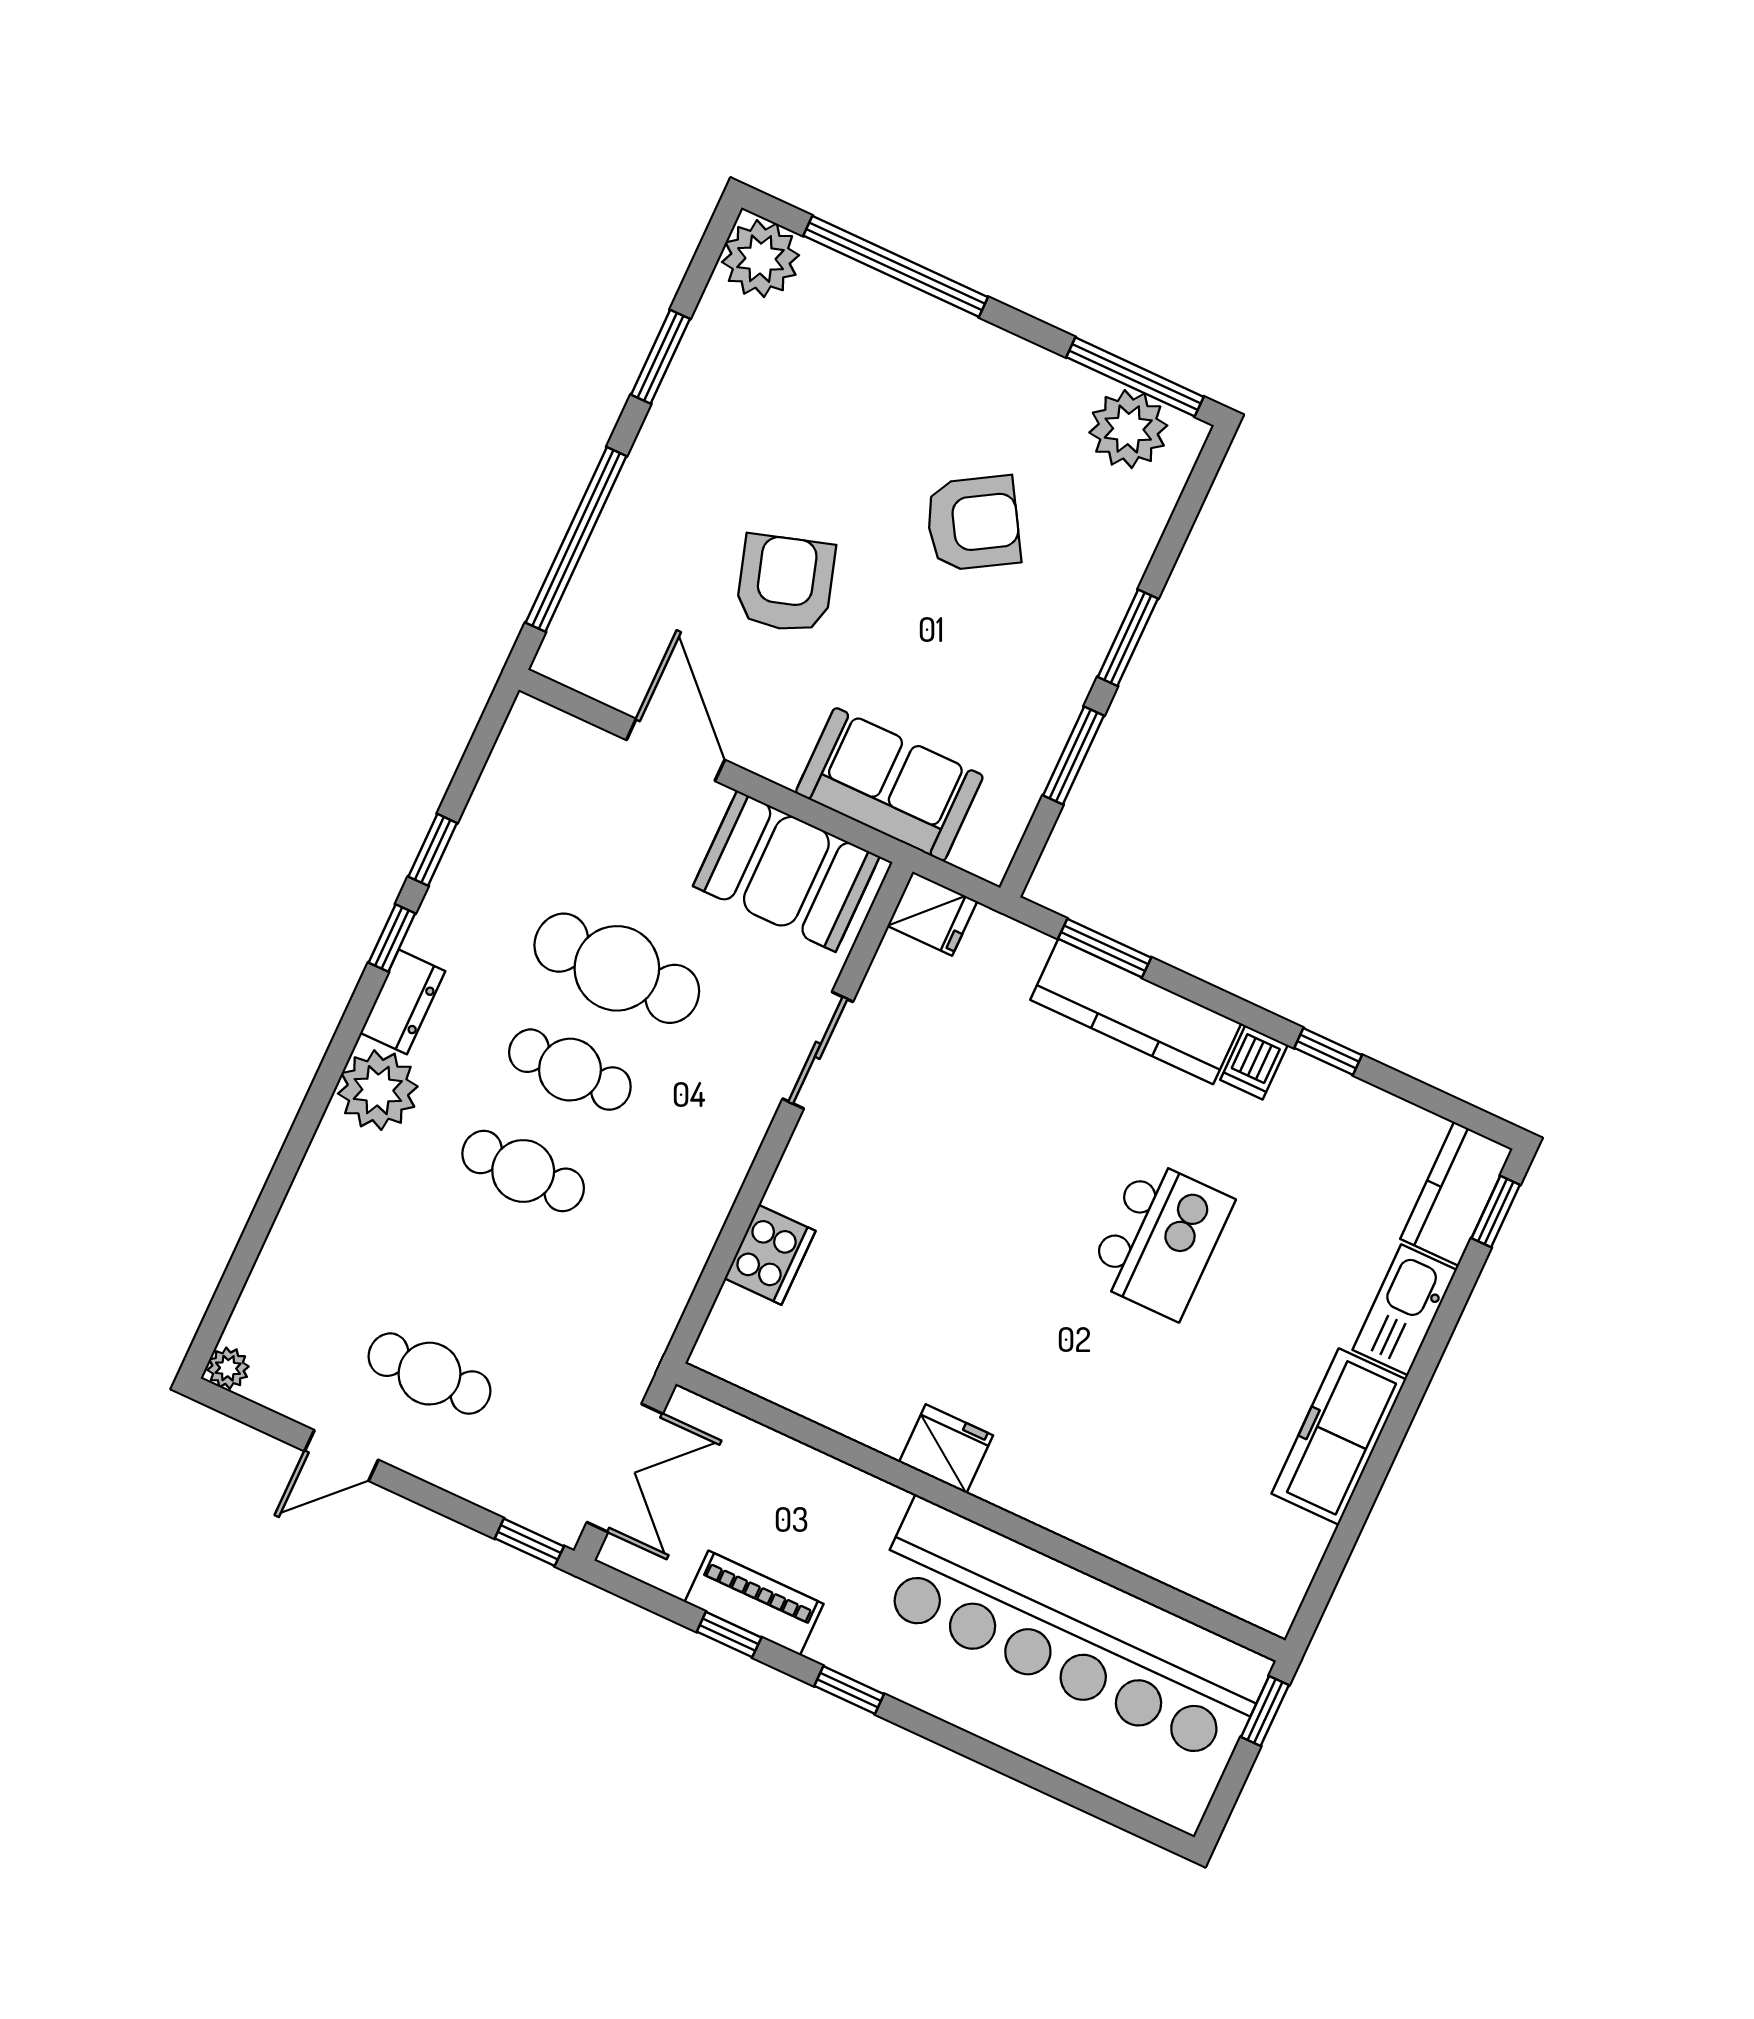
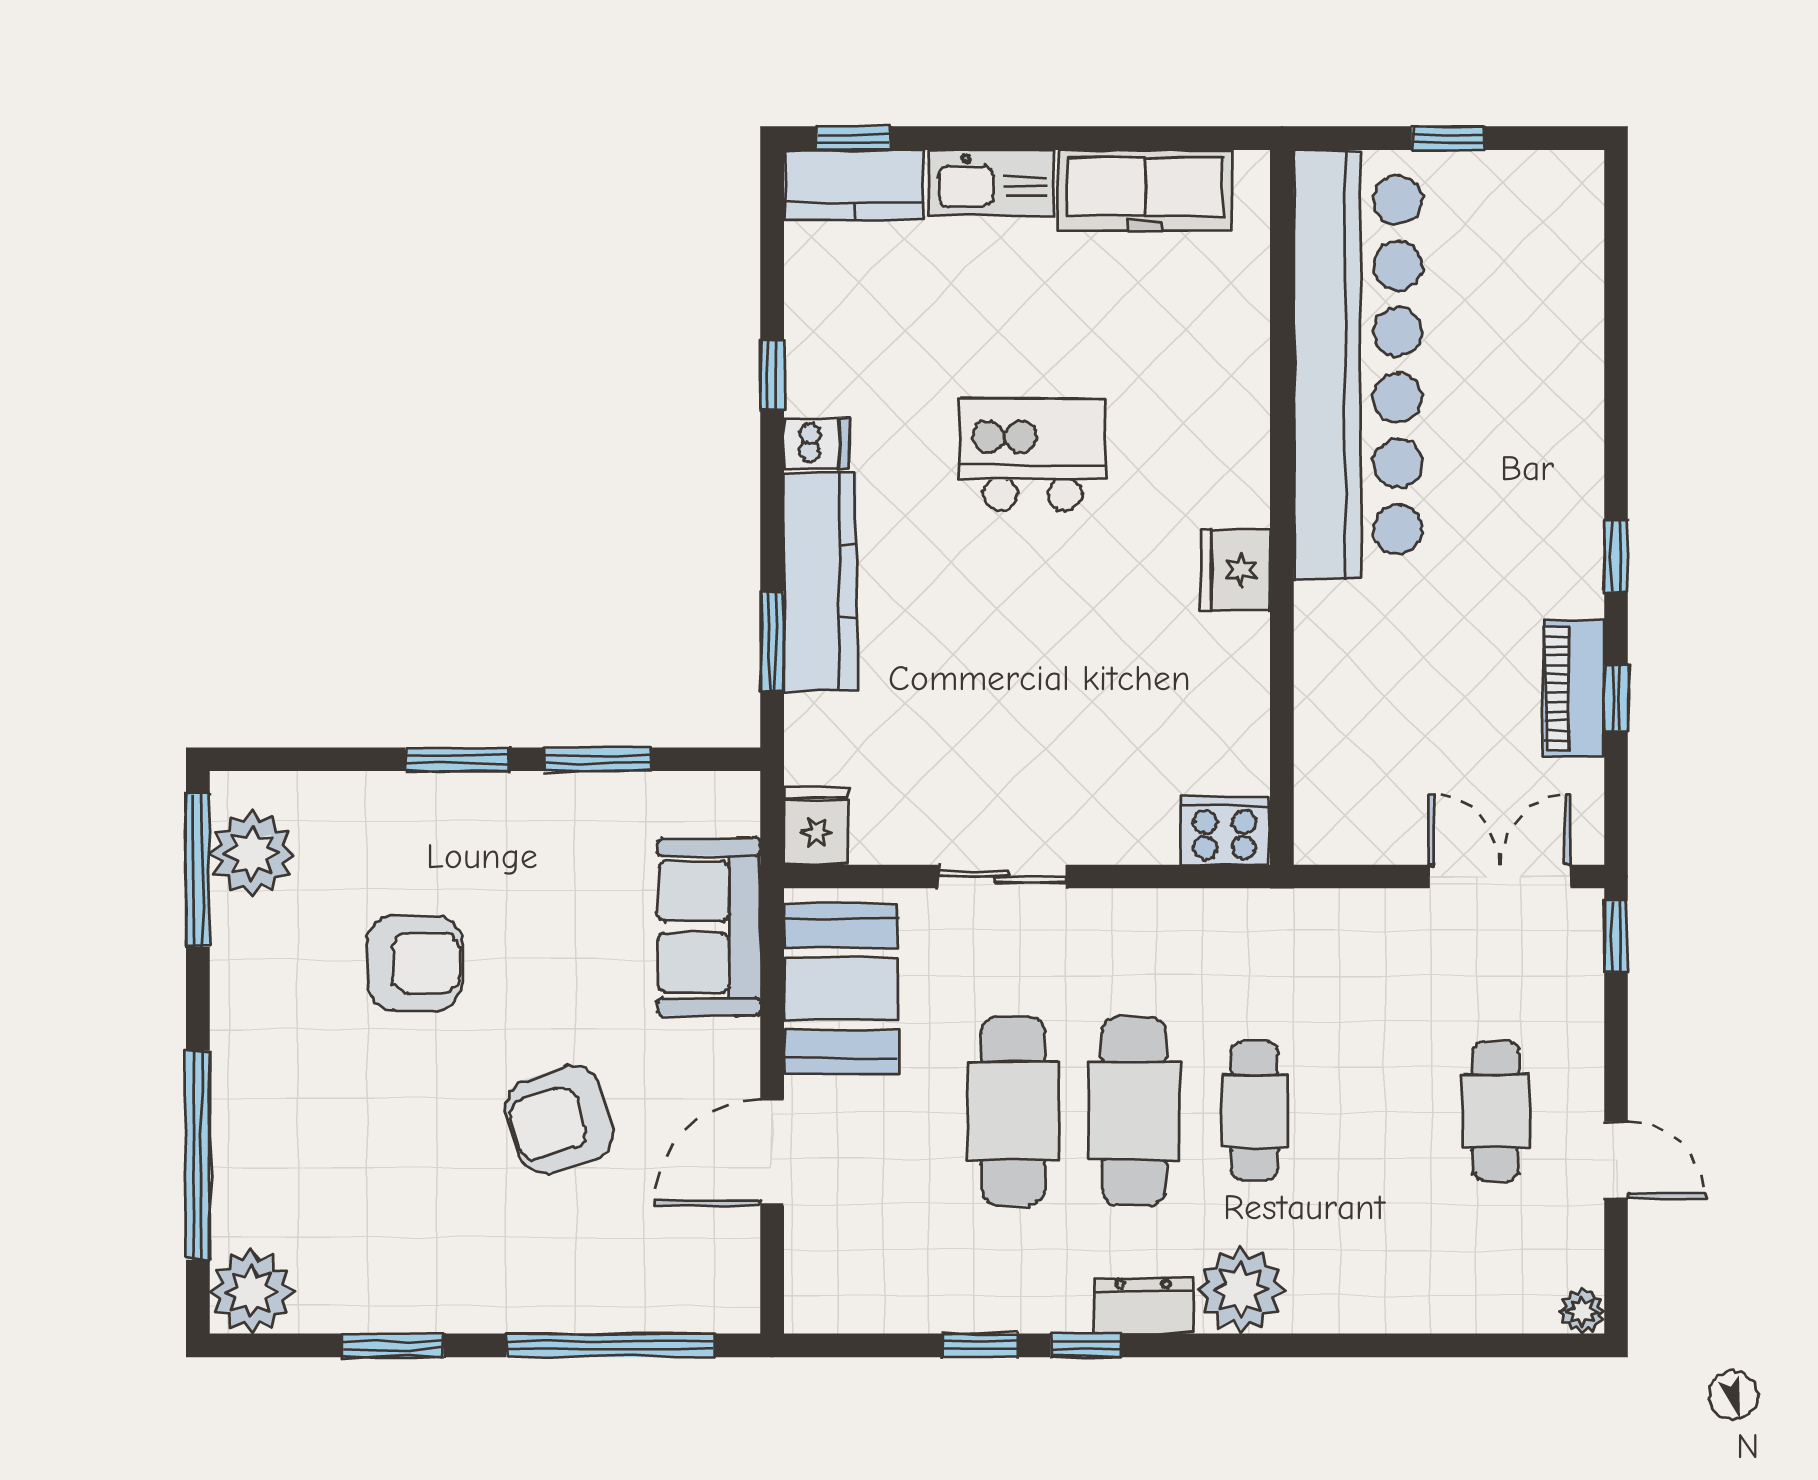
armchair: (973, 523) -> (415, 963), turned 121
cafe table: (570, 1070) -> (1134, 1111), width x1.37, depth x1.35
fridge: (946, 1449) -> (1236, 570), moved
wall: (981, 1512) -> (1282, 507), moved
bar counter: (1071, 1631) -> (1358, 365), moved

